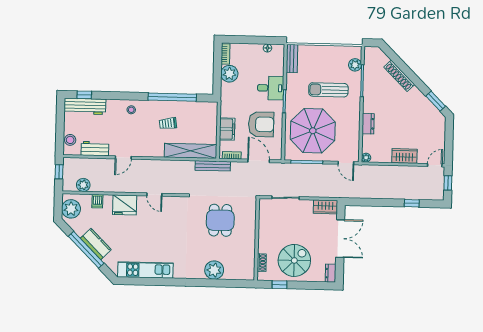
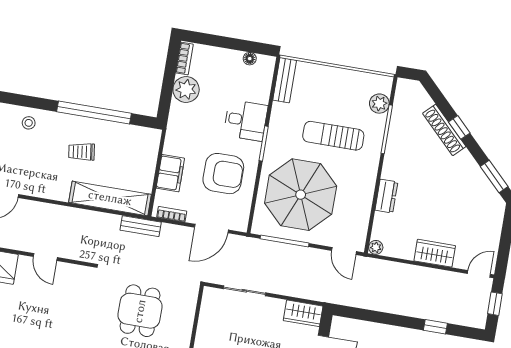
window: (409, 73) -> (459, 127), added
door: (259, 161) -> (211, 229), swing flipped
bench: (213, 166) -> (141, 226), width x0.73

